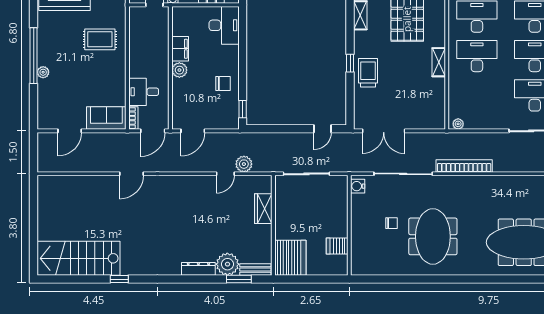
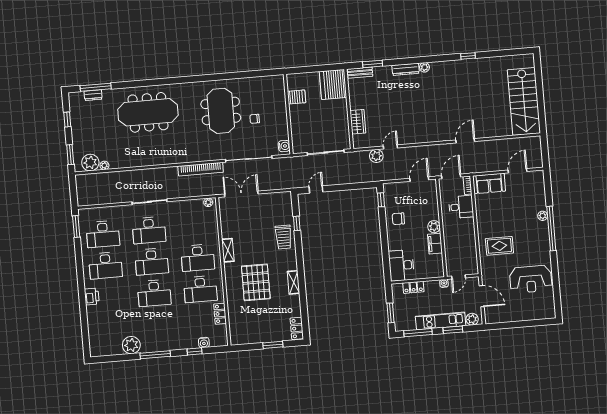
window: (350, 63) -> (297, 223), moved
double door: (384, 131) -> (241, 194), moved
stairs: (78, 258) -> (524, 101), moved, turned 90
plant: (227, 264) -> (425, 67), moved, width x0.53, depth x0.53

